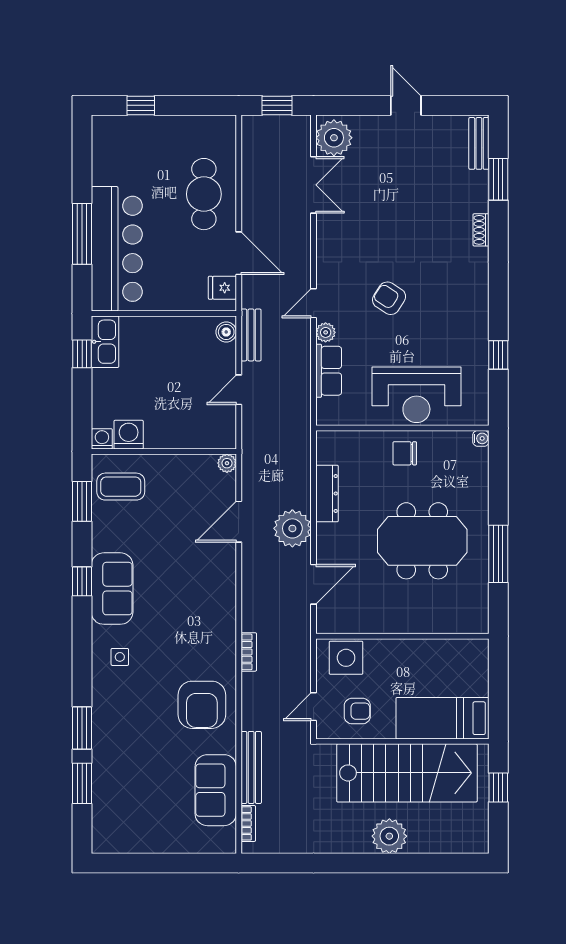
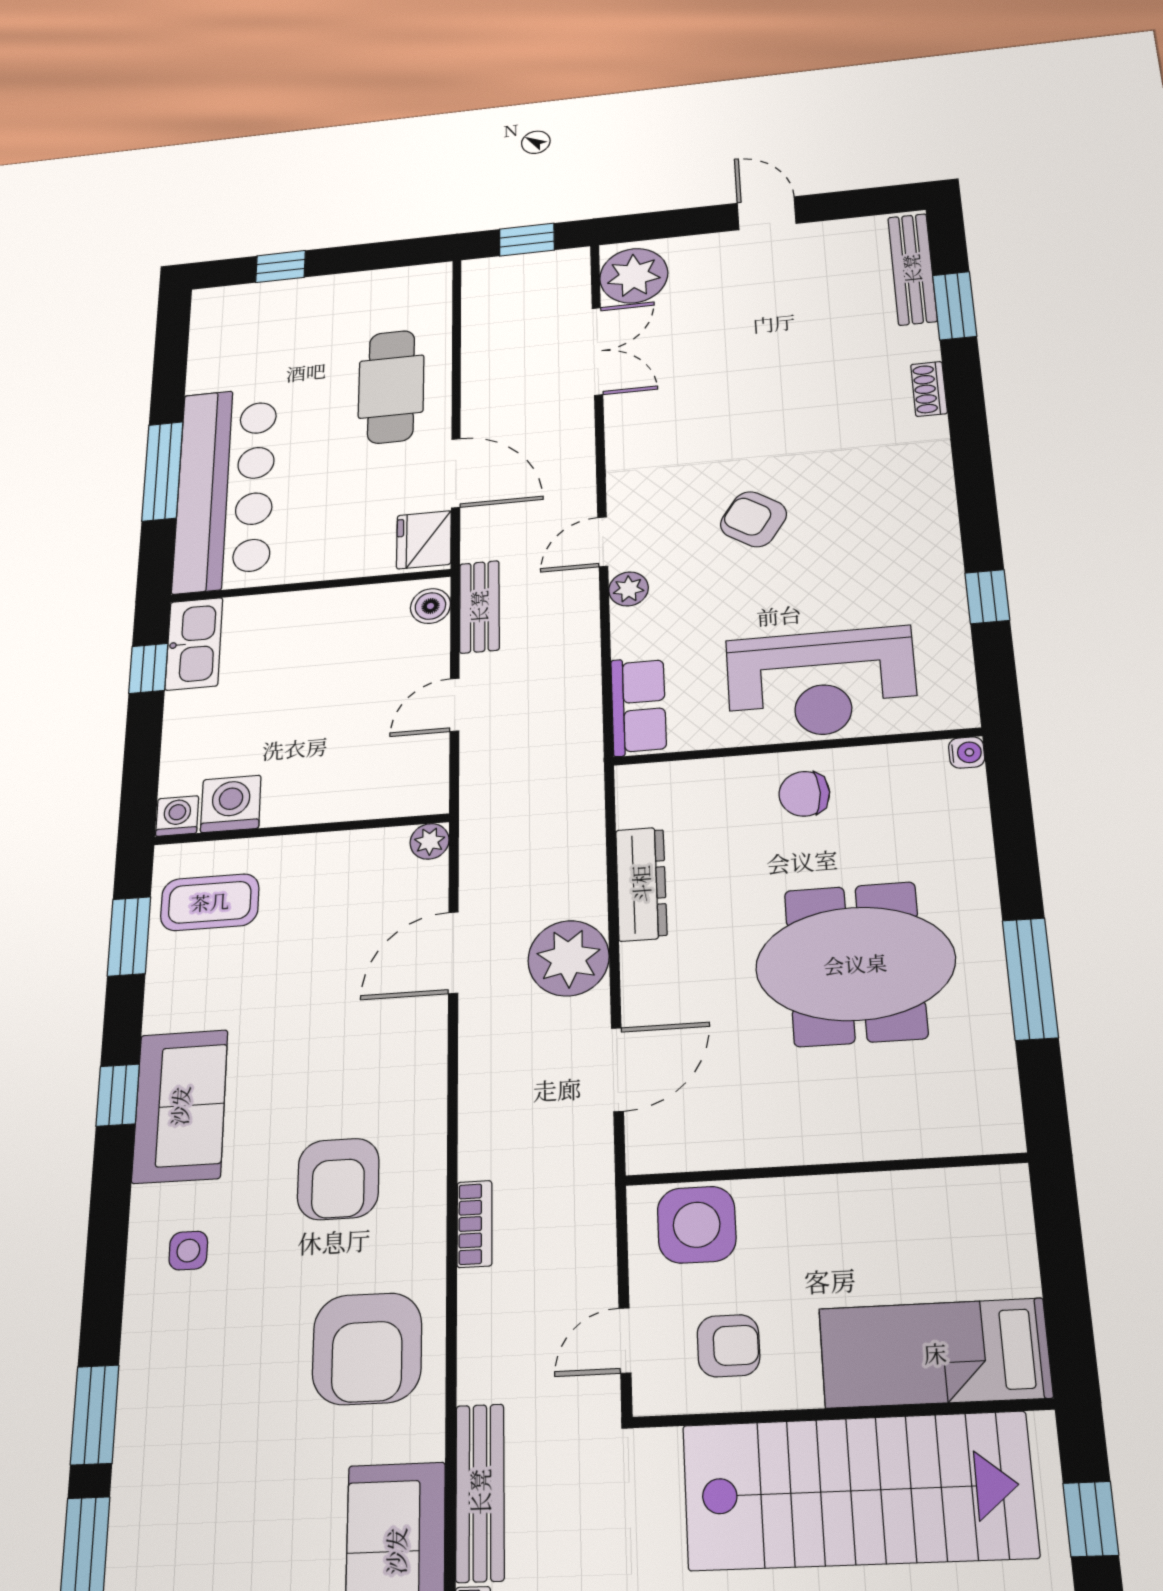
bench: (479, 143) -> (912, 269), width x1.36
fridge: (222, 288) -> (424, 540), width x1.38
row of seats: (329, 371) -> (639, 706), moved
armchair: (187, 628) -> (338, 1179), added

